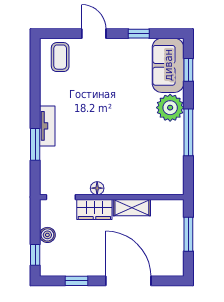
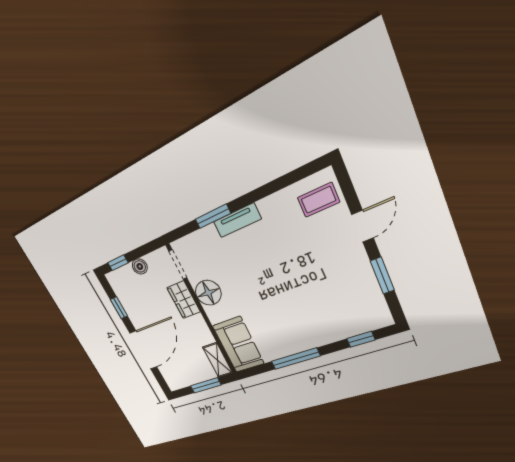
window: (139, 34) -> (382, 276), width x1.50
sofa: (168, 65) -> (238, 345), moved, turned 90
plant: (170, 108) -> (313, 335), removed
floor lamp: (97, 188) -> (208, 293), width x1.89, depth x1.89
shelving: (132, 208) -> (218, 360), moved

